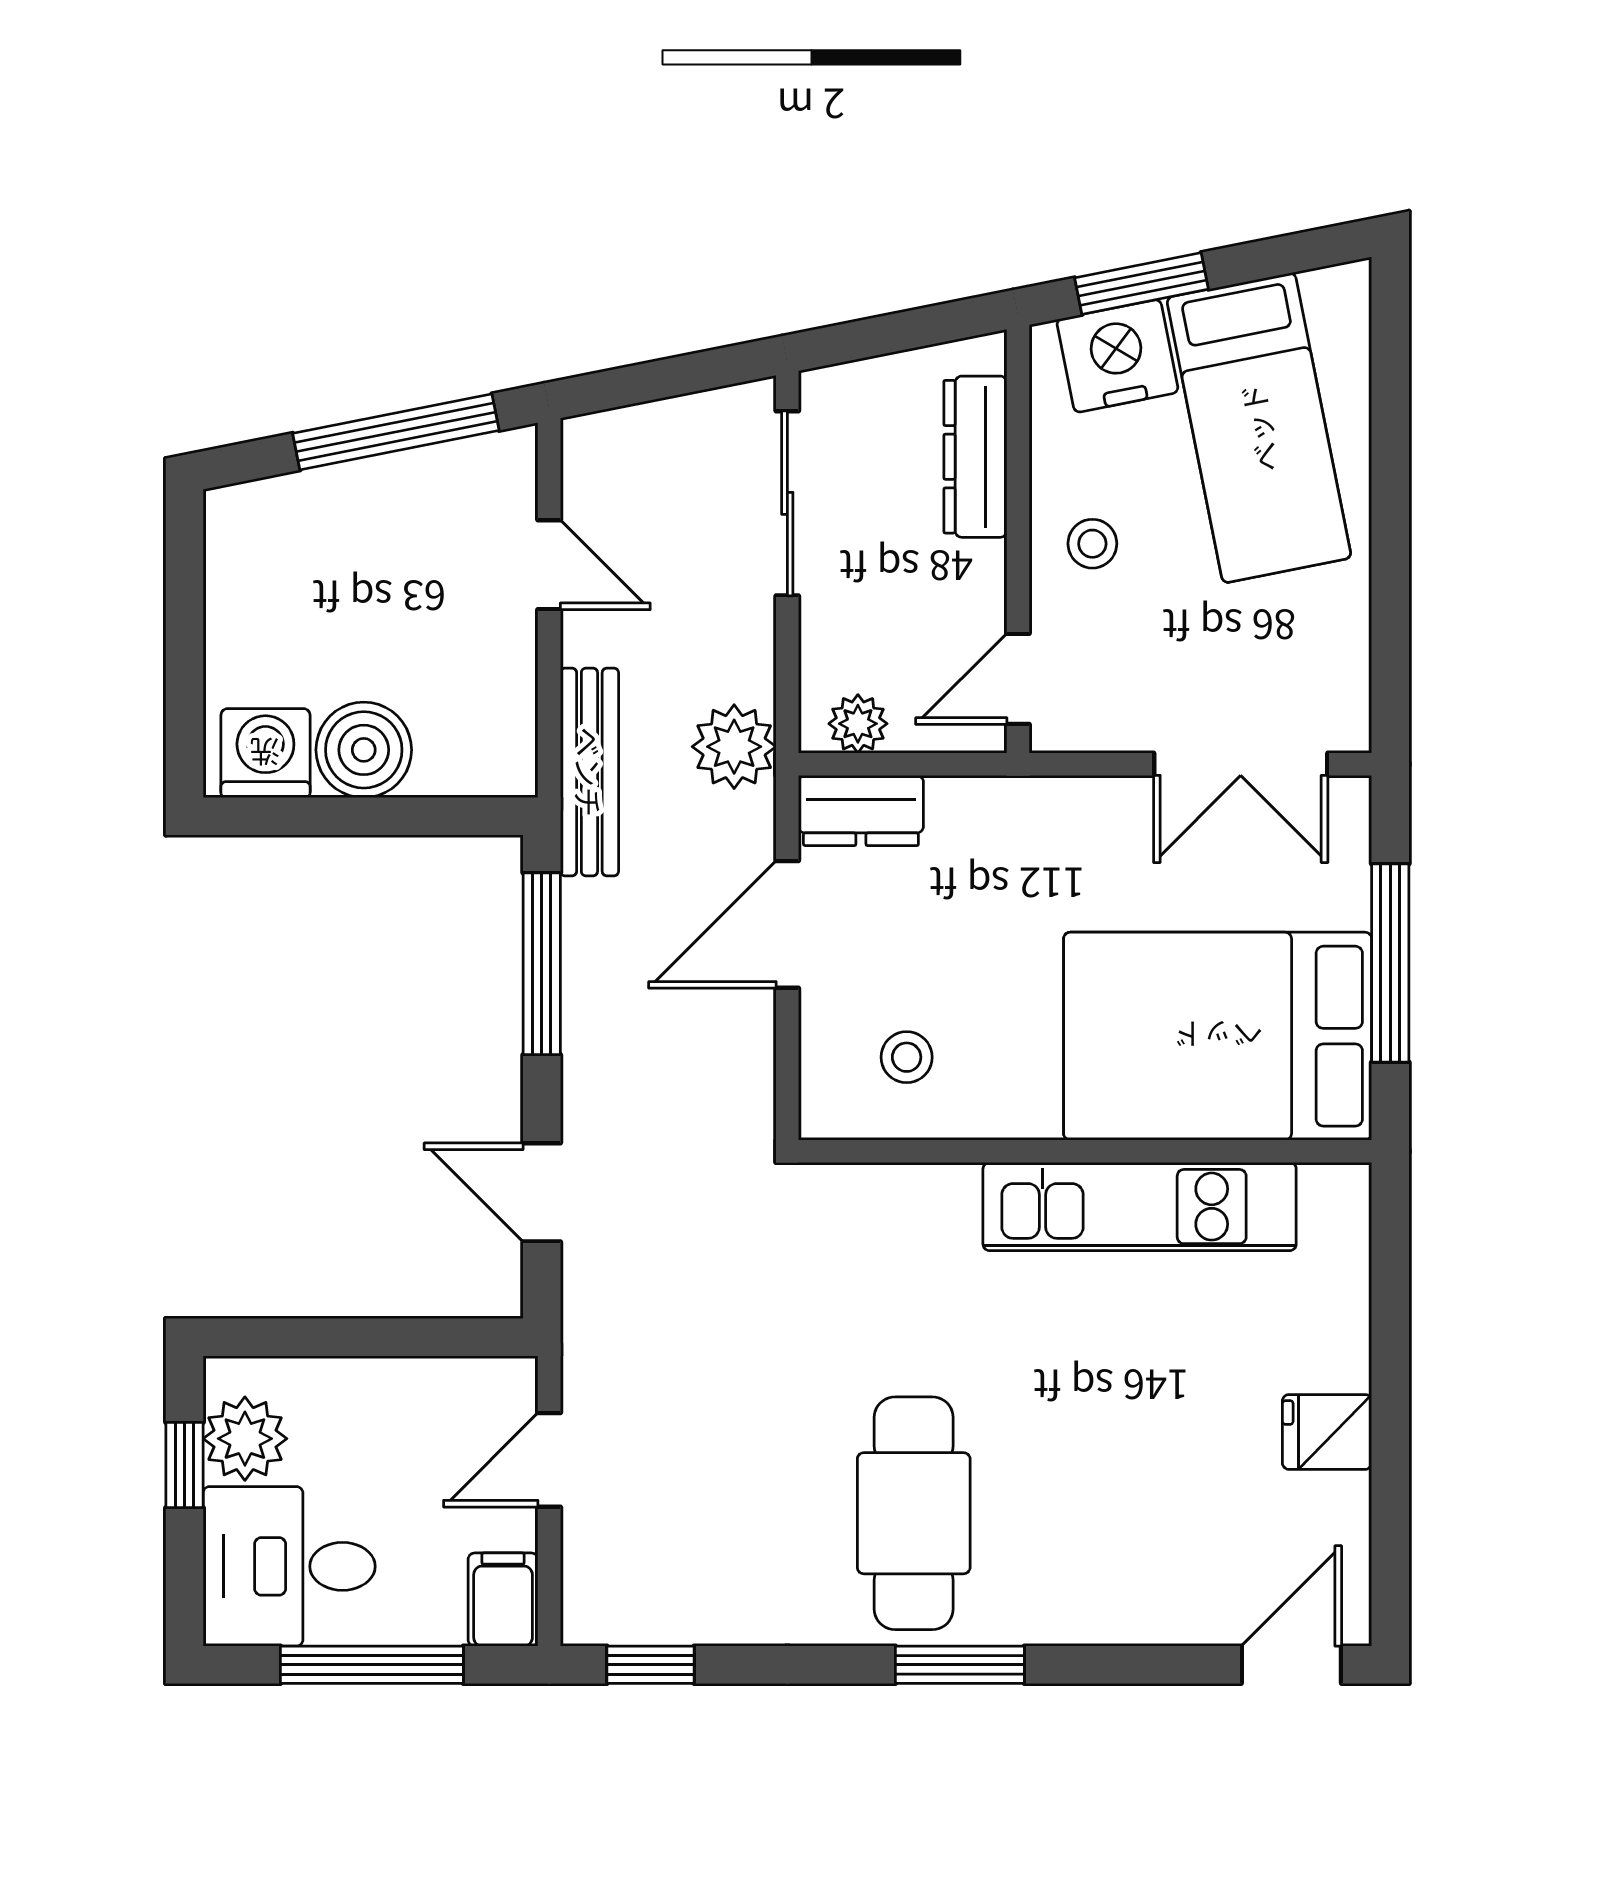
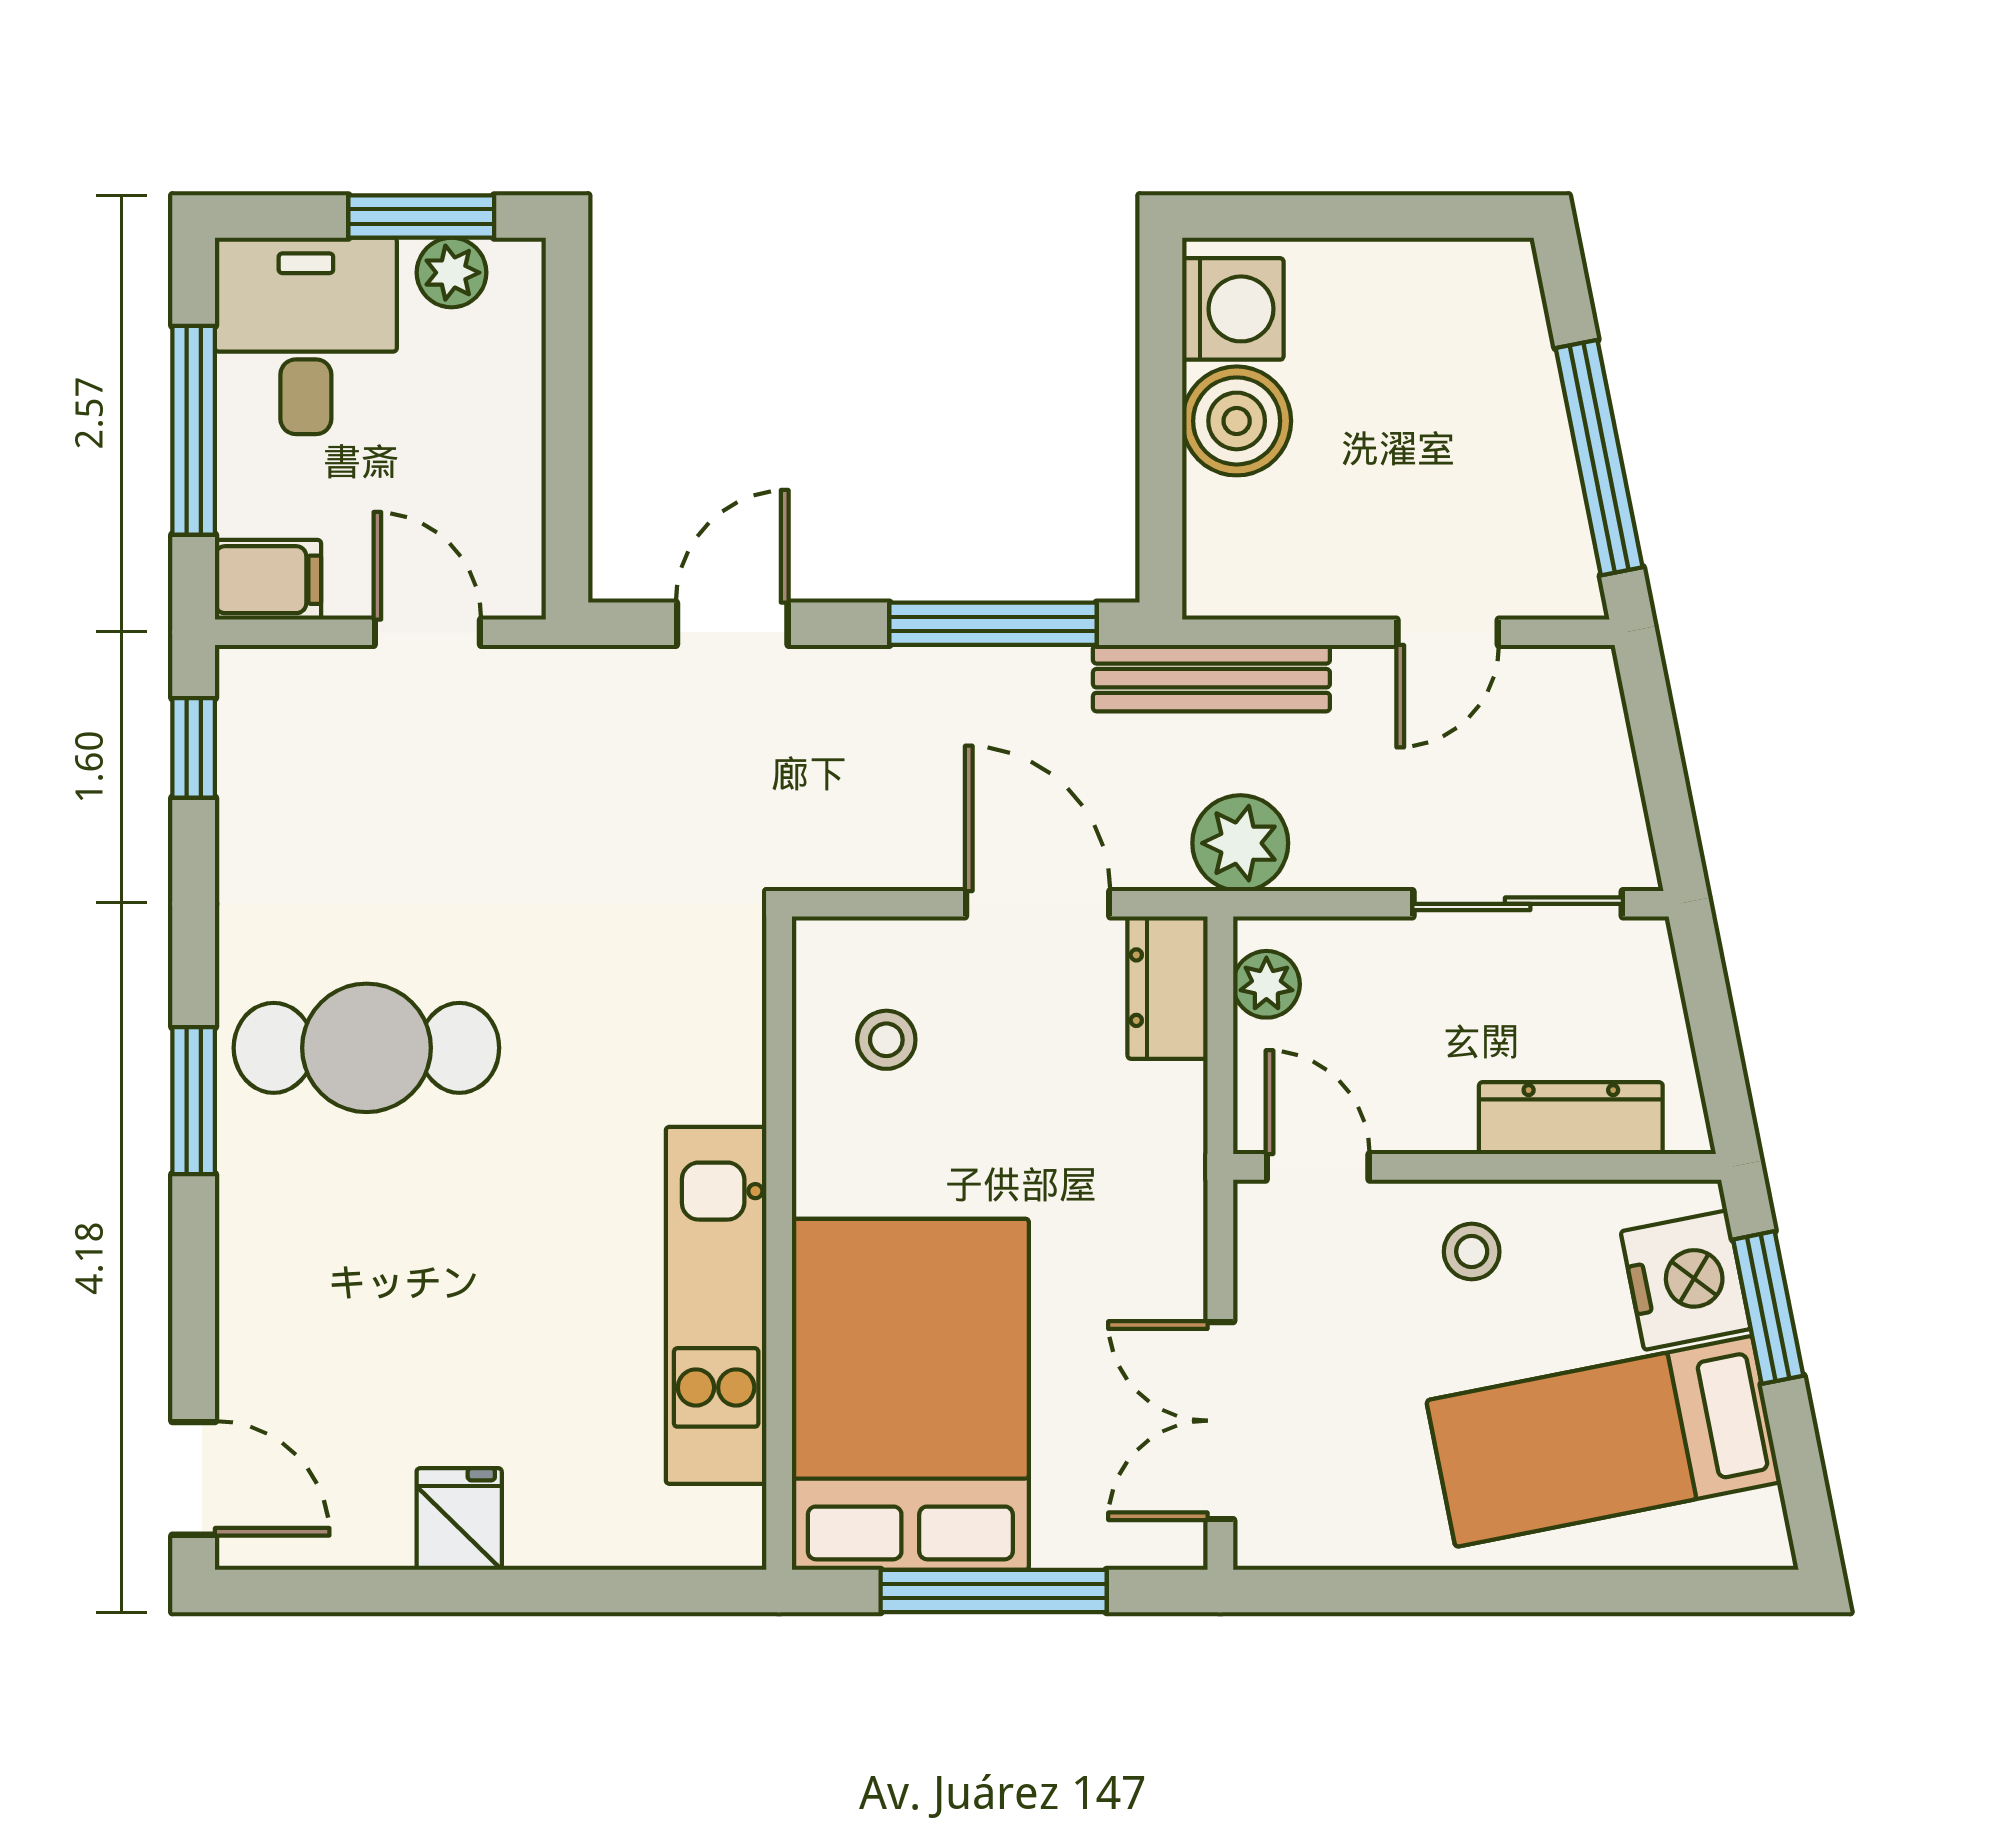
plant: (245, 1439) -> (452, 273), width x0.73, depth x0.73
window: (184, 1465) -> (421, 217), width x1.50

